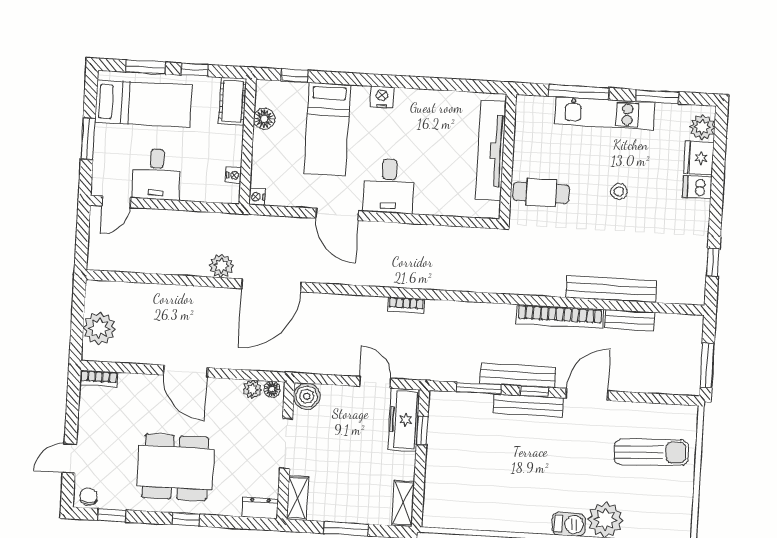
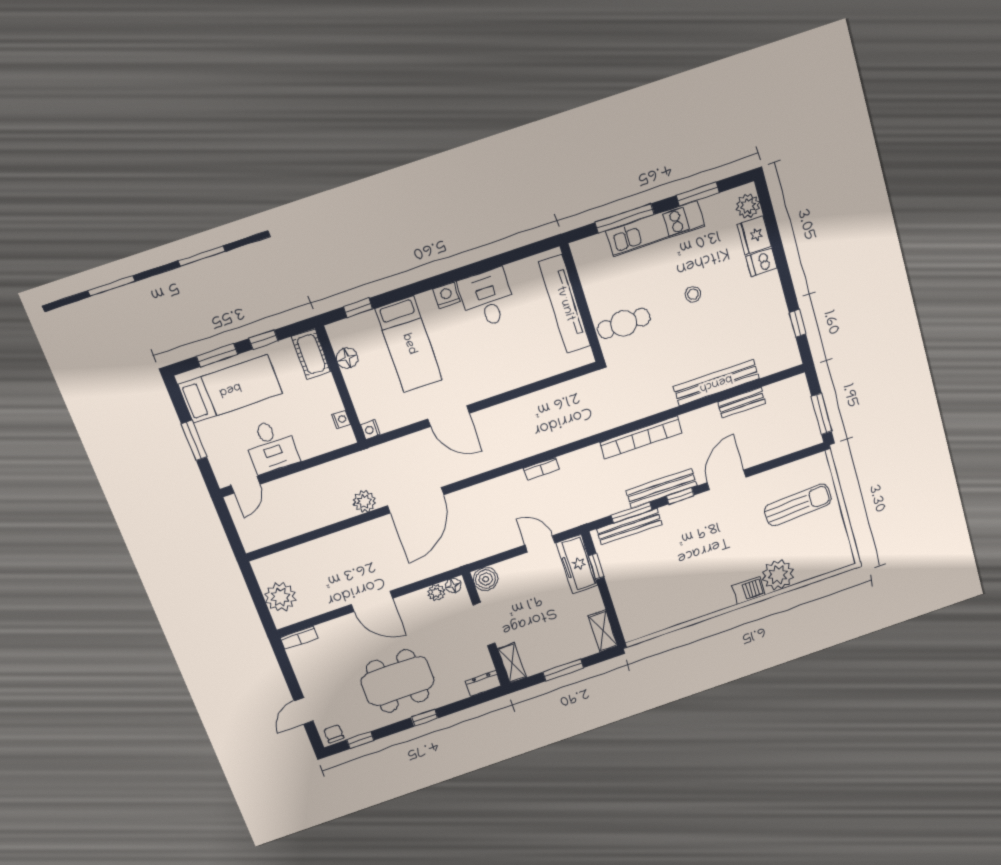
desk: (389, 186) -> (487, 298), moved, turned 180
bookcase: (560, 317) -> (641, 437), moved
bench: (528, 406) -> (629, 527), moved

